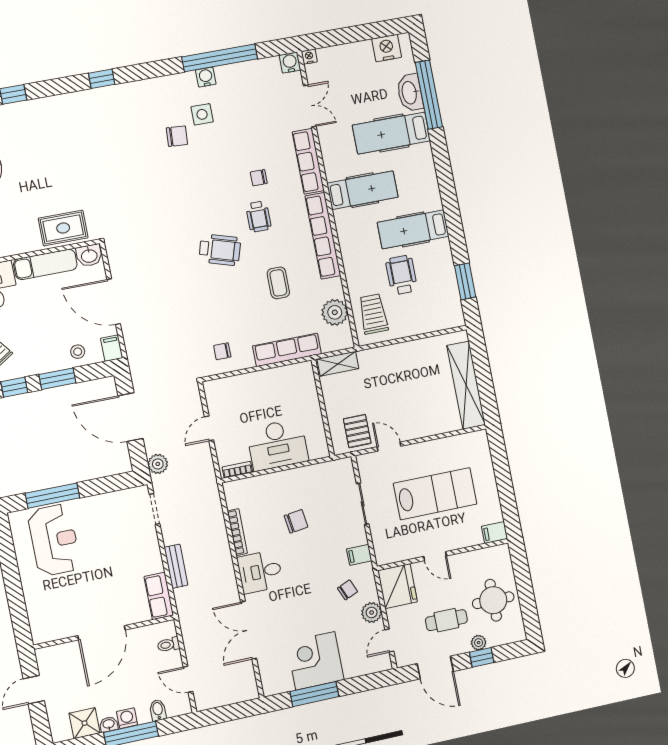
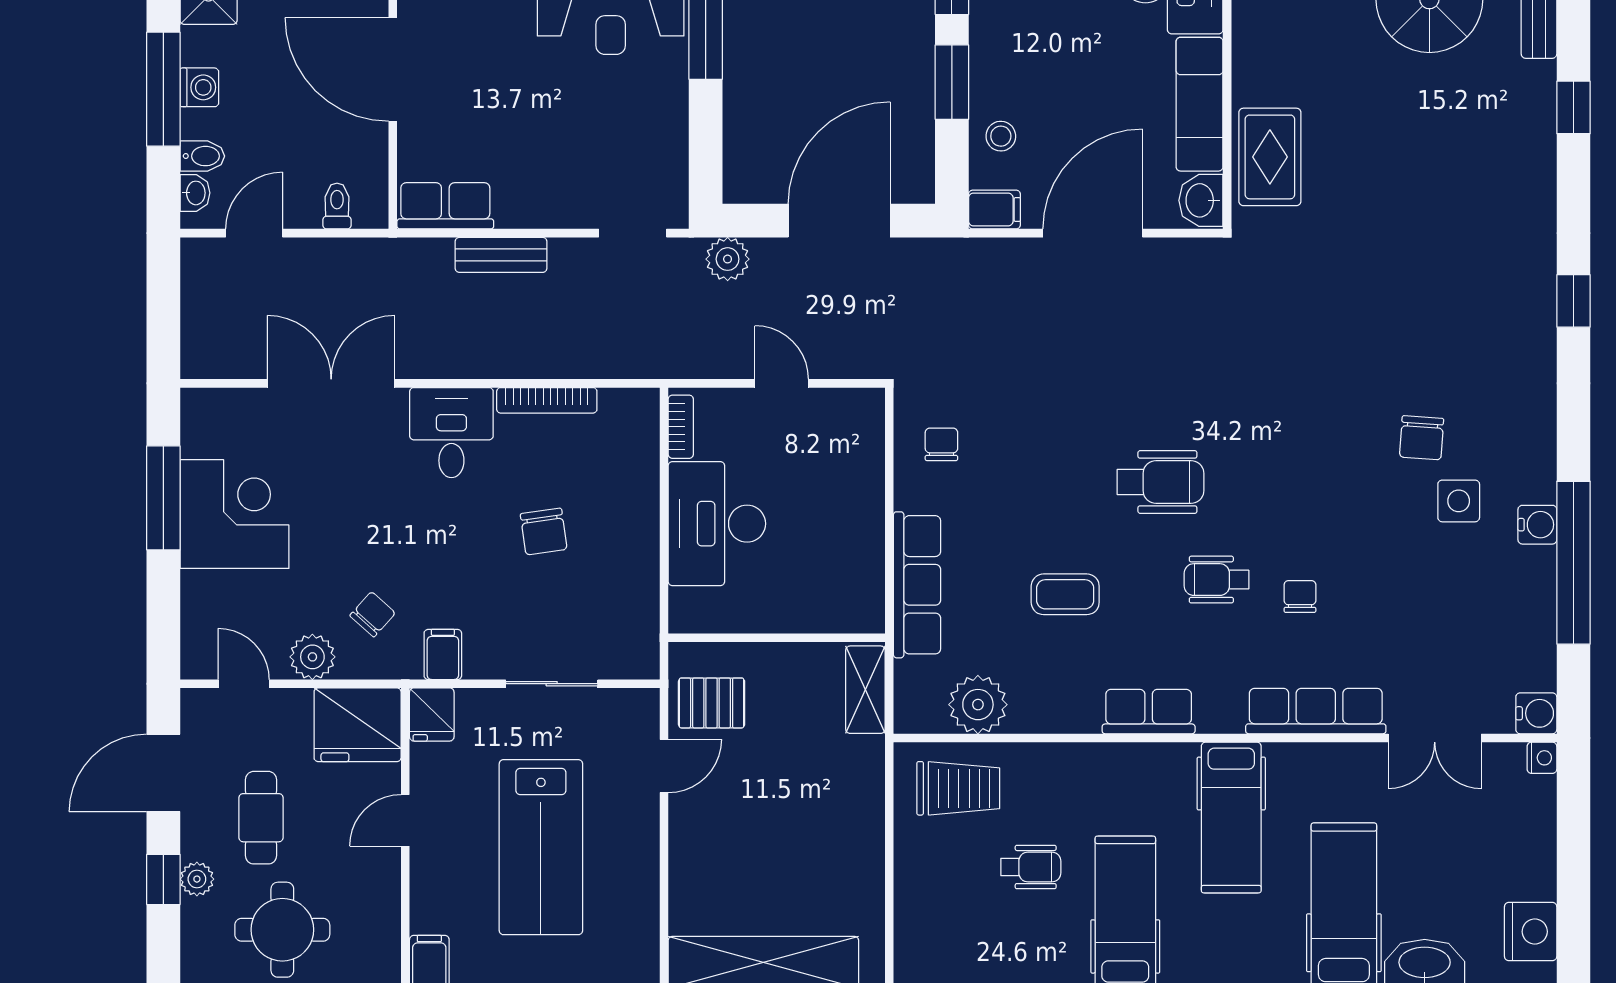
row of seats: (323, 236) -> (1149, 712), width x0.50
wheelchair: (220, 250) -> (1160, 482), turned -107
wheelchair: (402, 275) -> (1031, 867), width x0.73, depth x0.73
fridge: (387, 554) -> (432, 714), added
chair: (348, 590) -> (373, 614), turned -115
washbasin: (109, 724) -> (195, 193), moved

